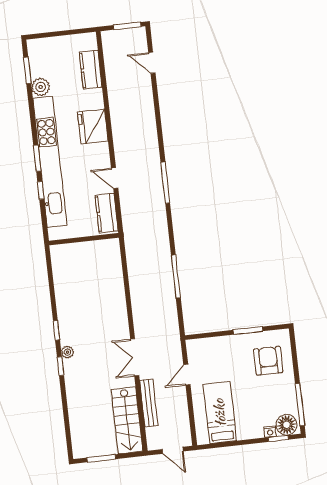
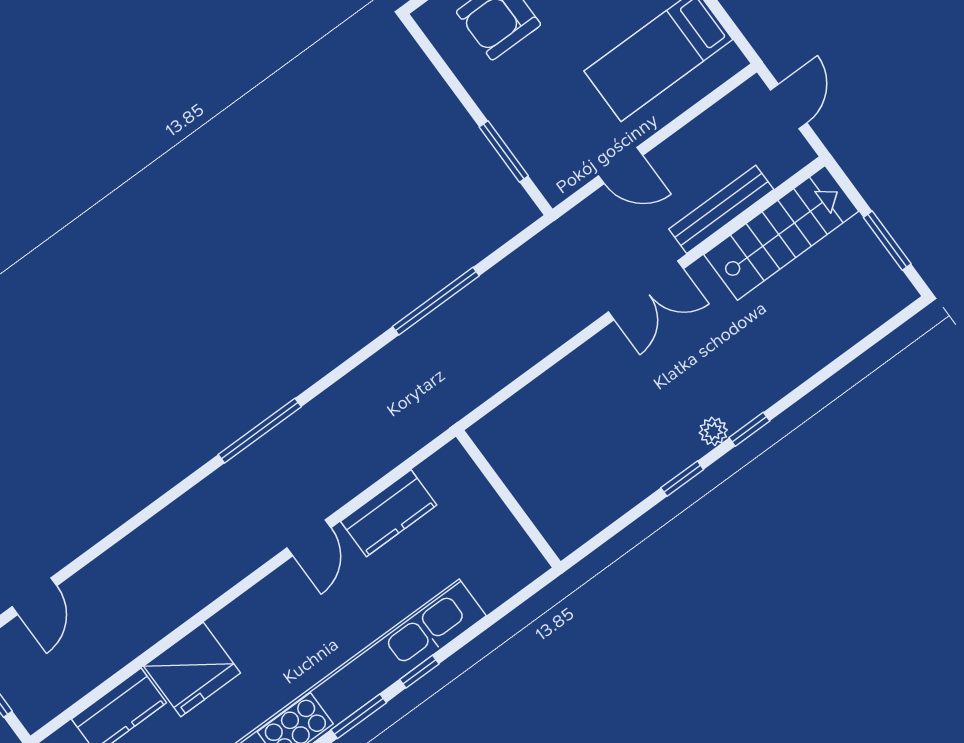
fridge: (93, 127) -> (192, 669), moved
wall: (84, 239) -> (508, 499), moved
window: (248, 331) -> (504, 151), moved

